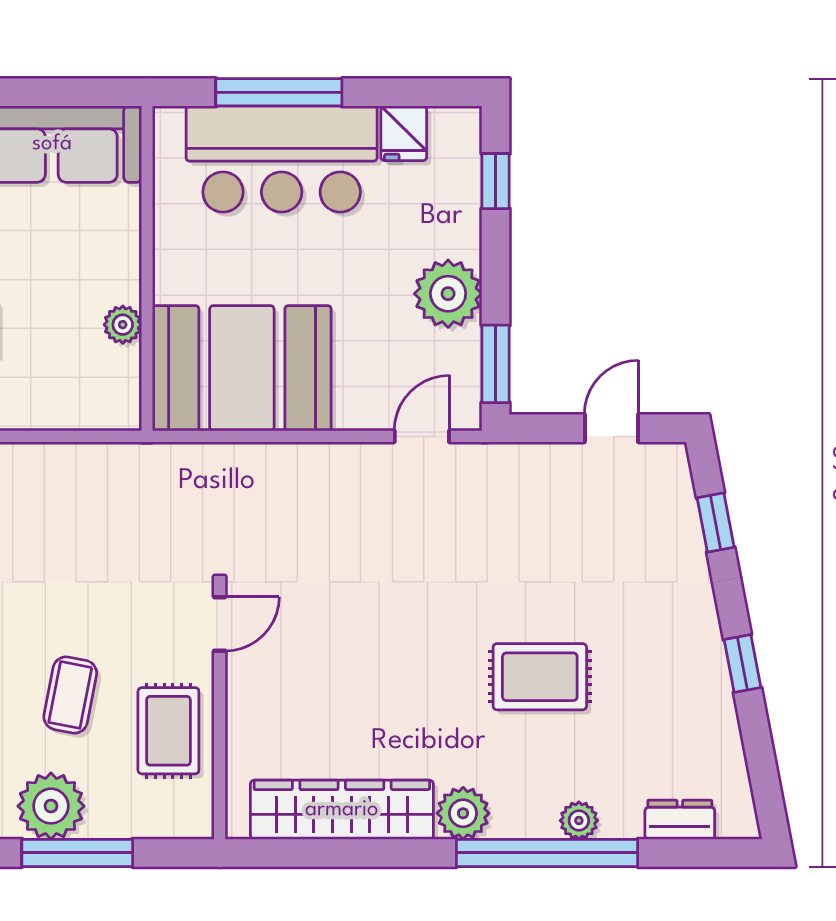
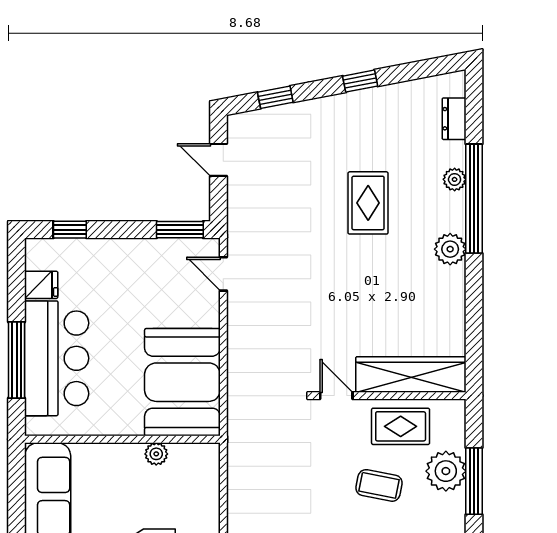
plant: (448, 294) -> (138, 258), removed
plant: (51, 806) -> (446, 471), moved
wardrobe: (342, 810) -> (411, 374), moved, turned 90

